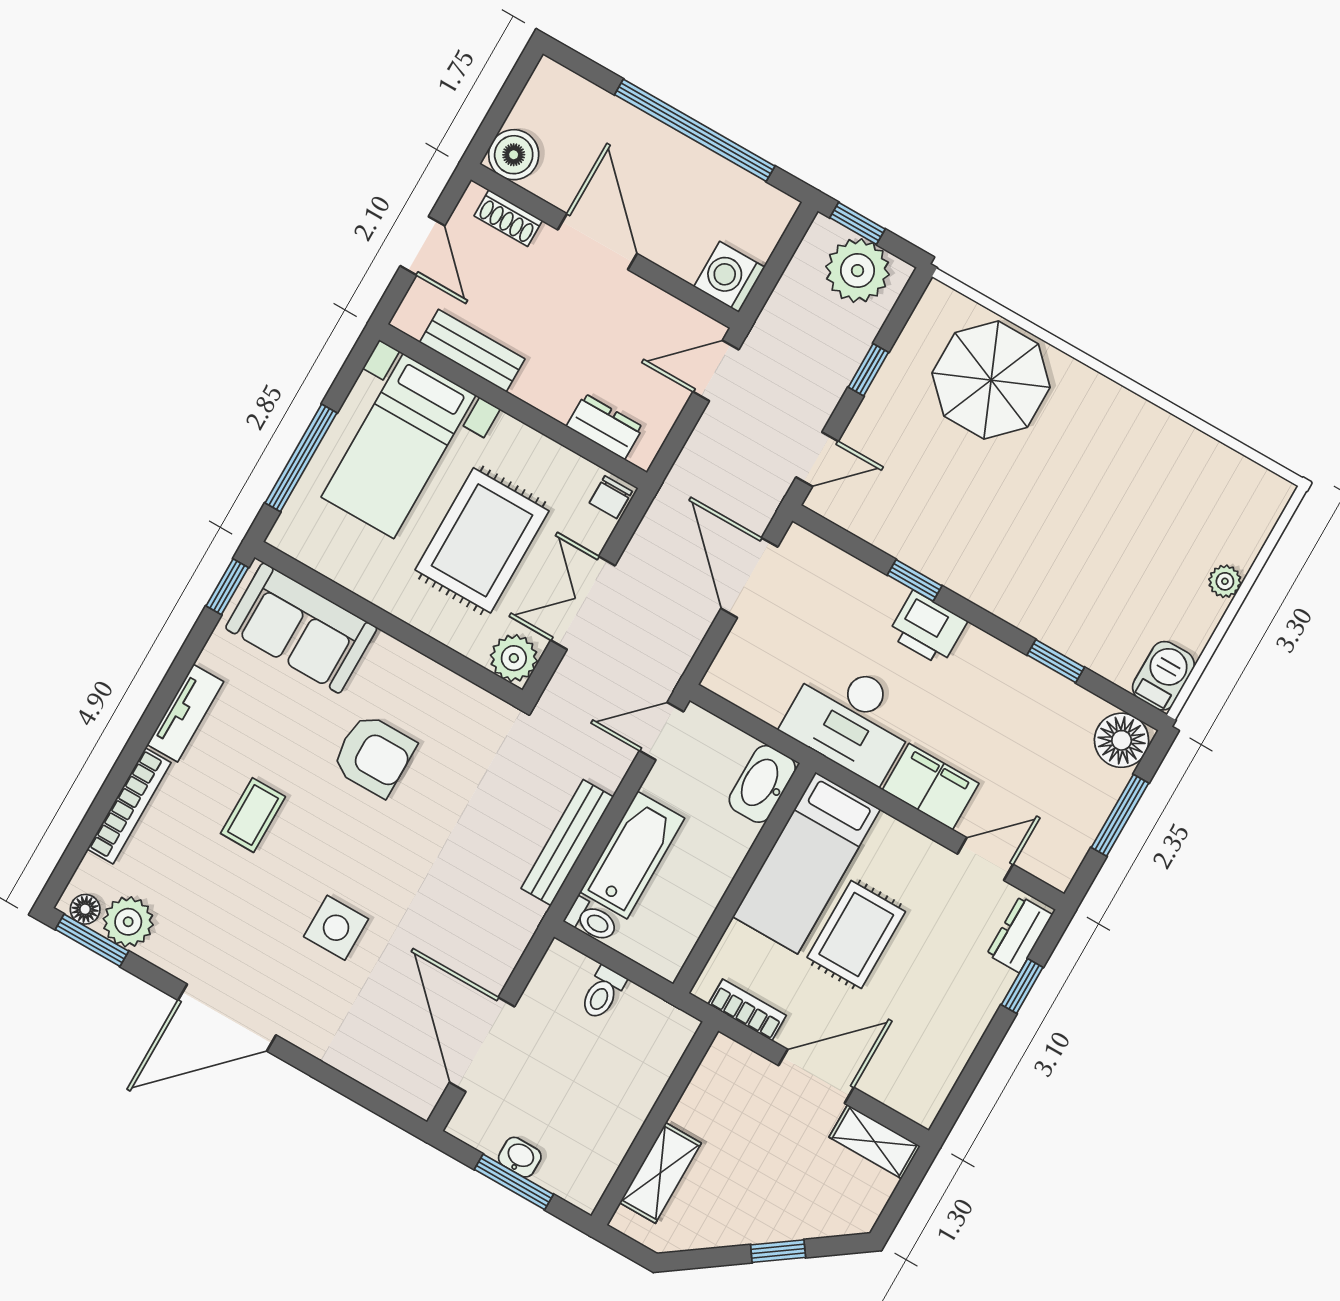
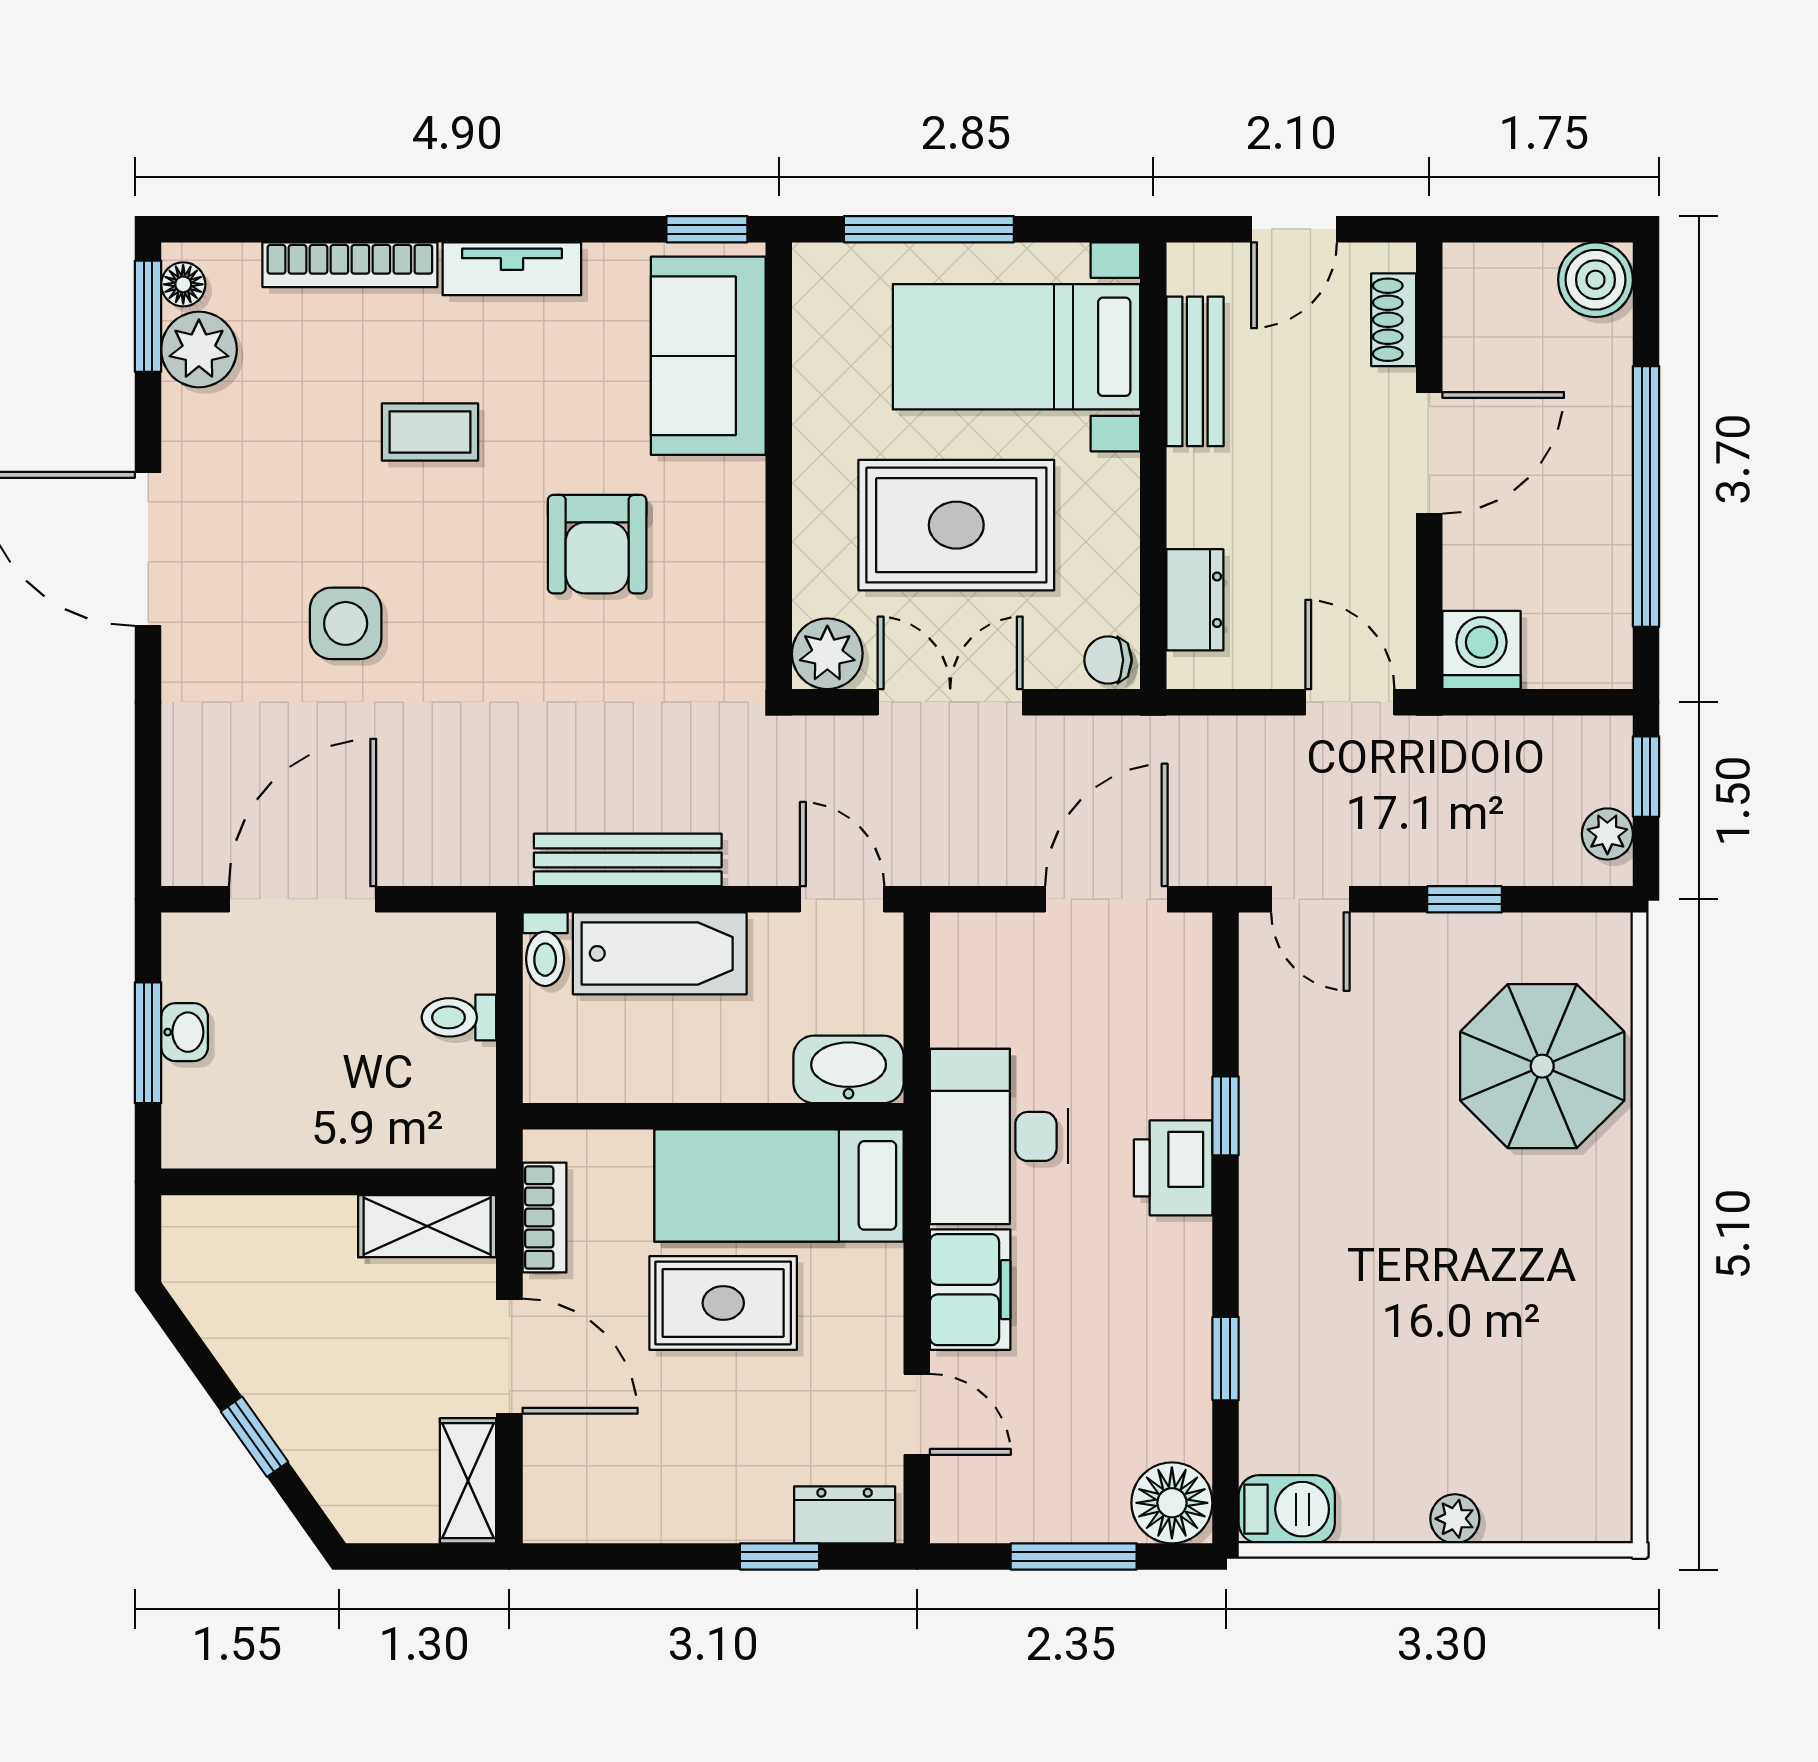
boiler: (514, 155) -> (1595, 280), moved
plant: (858, 271) -> (1607, 834), width x0.53, depth x0.53
shelving: (660, 1173) -> (427, 1226), moved

